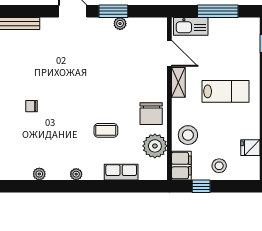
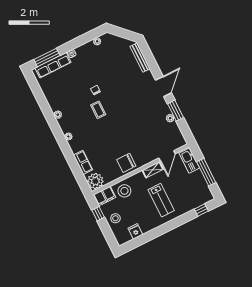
coffee table: (106, 130) -> (98, 110), moved
plant: (155, 146) -> (95, 181), moved

